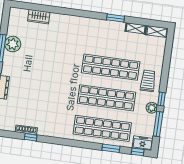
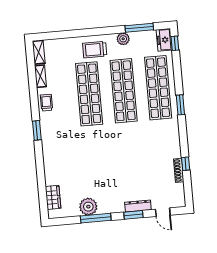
wardrobe: (39, 17) -> (53, 197), moved
window: (115, 18) -> (37, 130), moved
trolley: (112, 28) -> (46, 103), added
window: (162, 99) -> (111, 30), removed
window: (111, 148) -> (180, 105), moved

